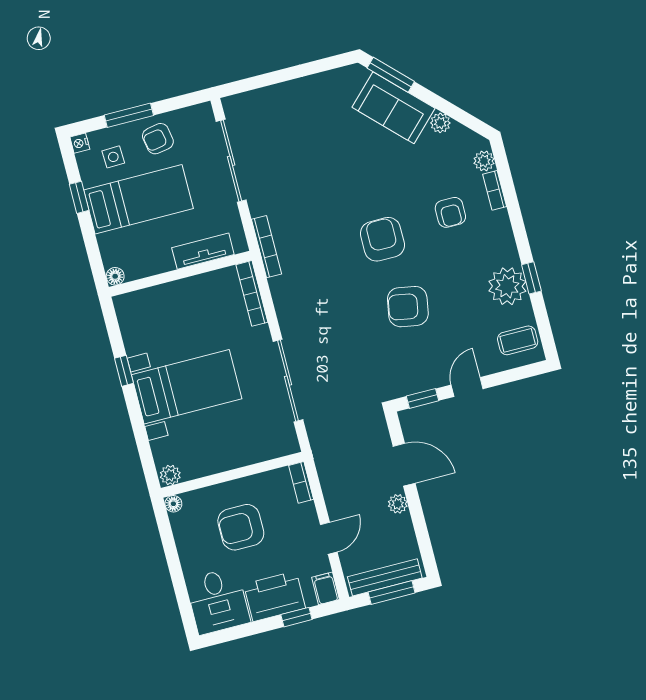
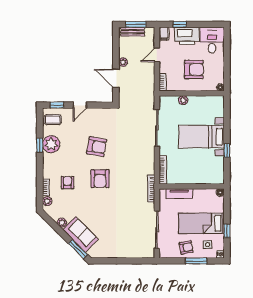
window: (423, 398) -> (57, 105), moved
plant: (170, 475) -> (183, 100), moved
bench: (385, 577) -> (133, 32), width x0.73

